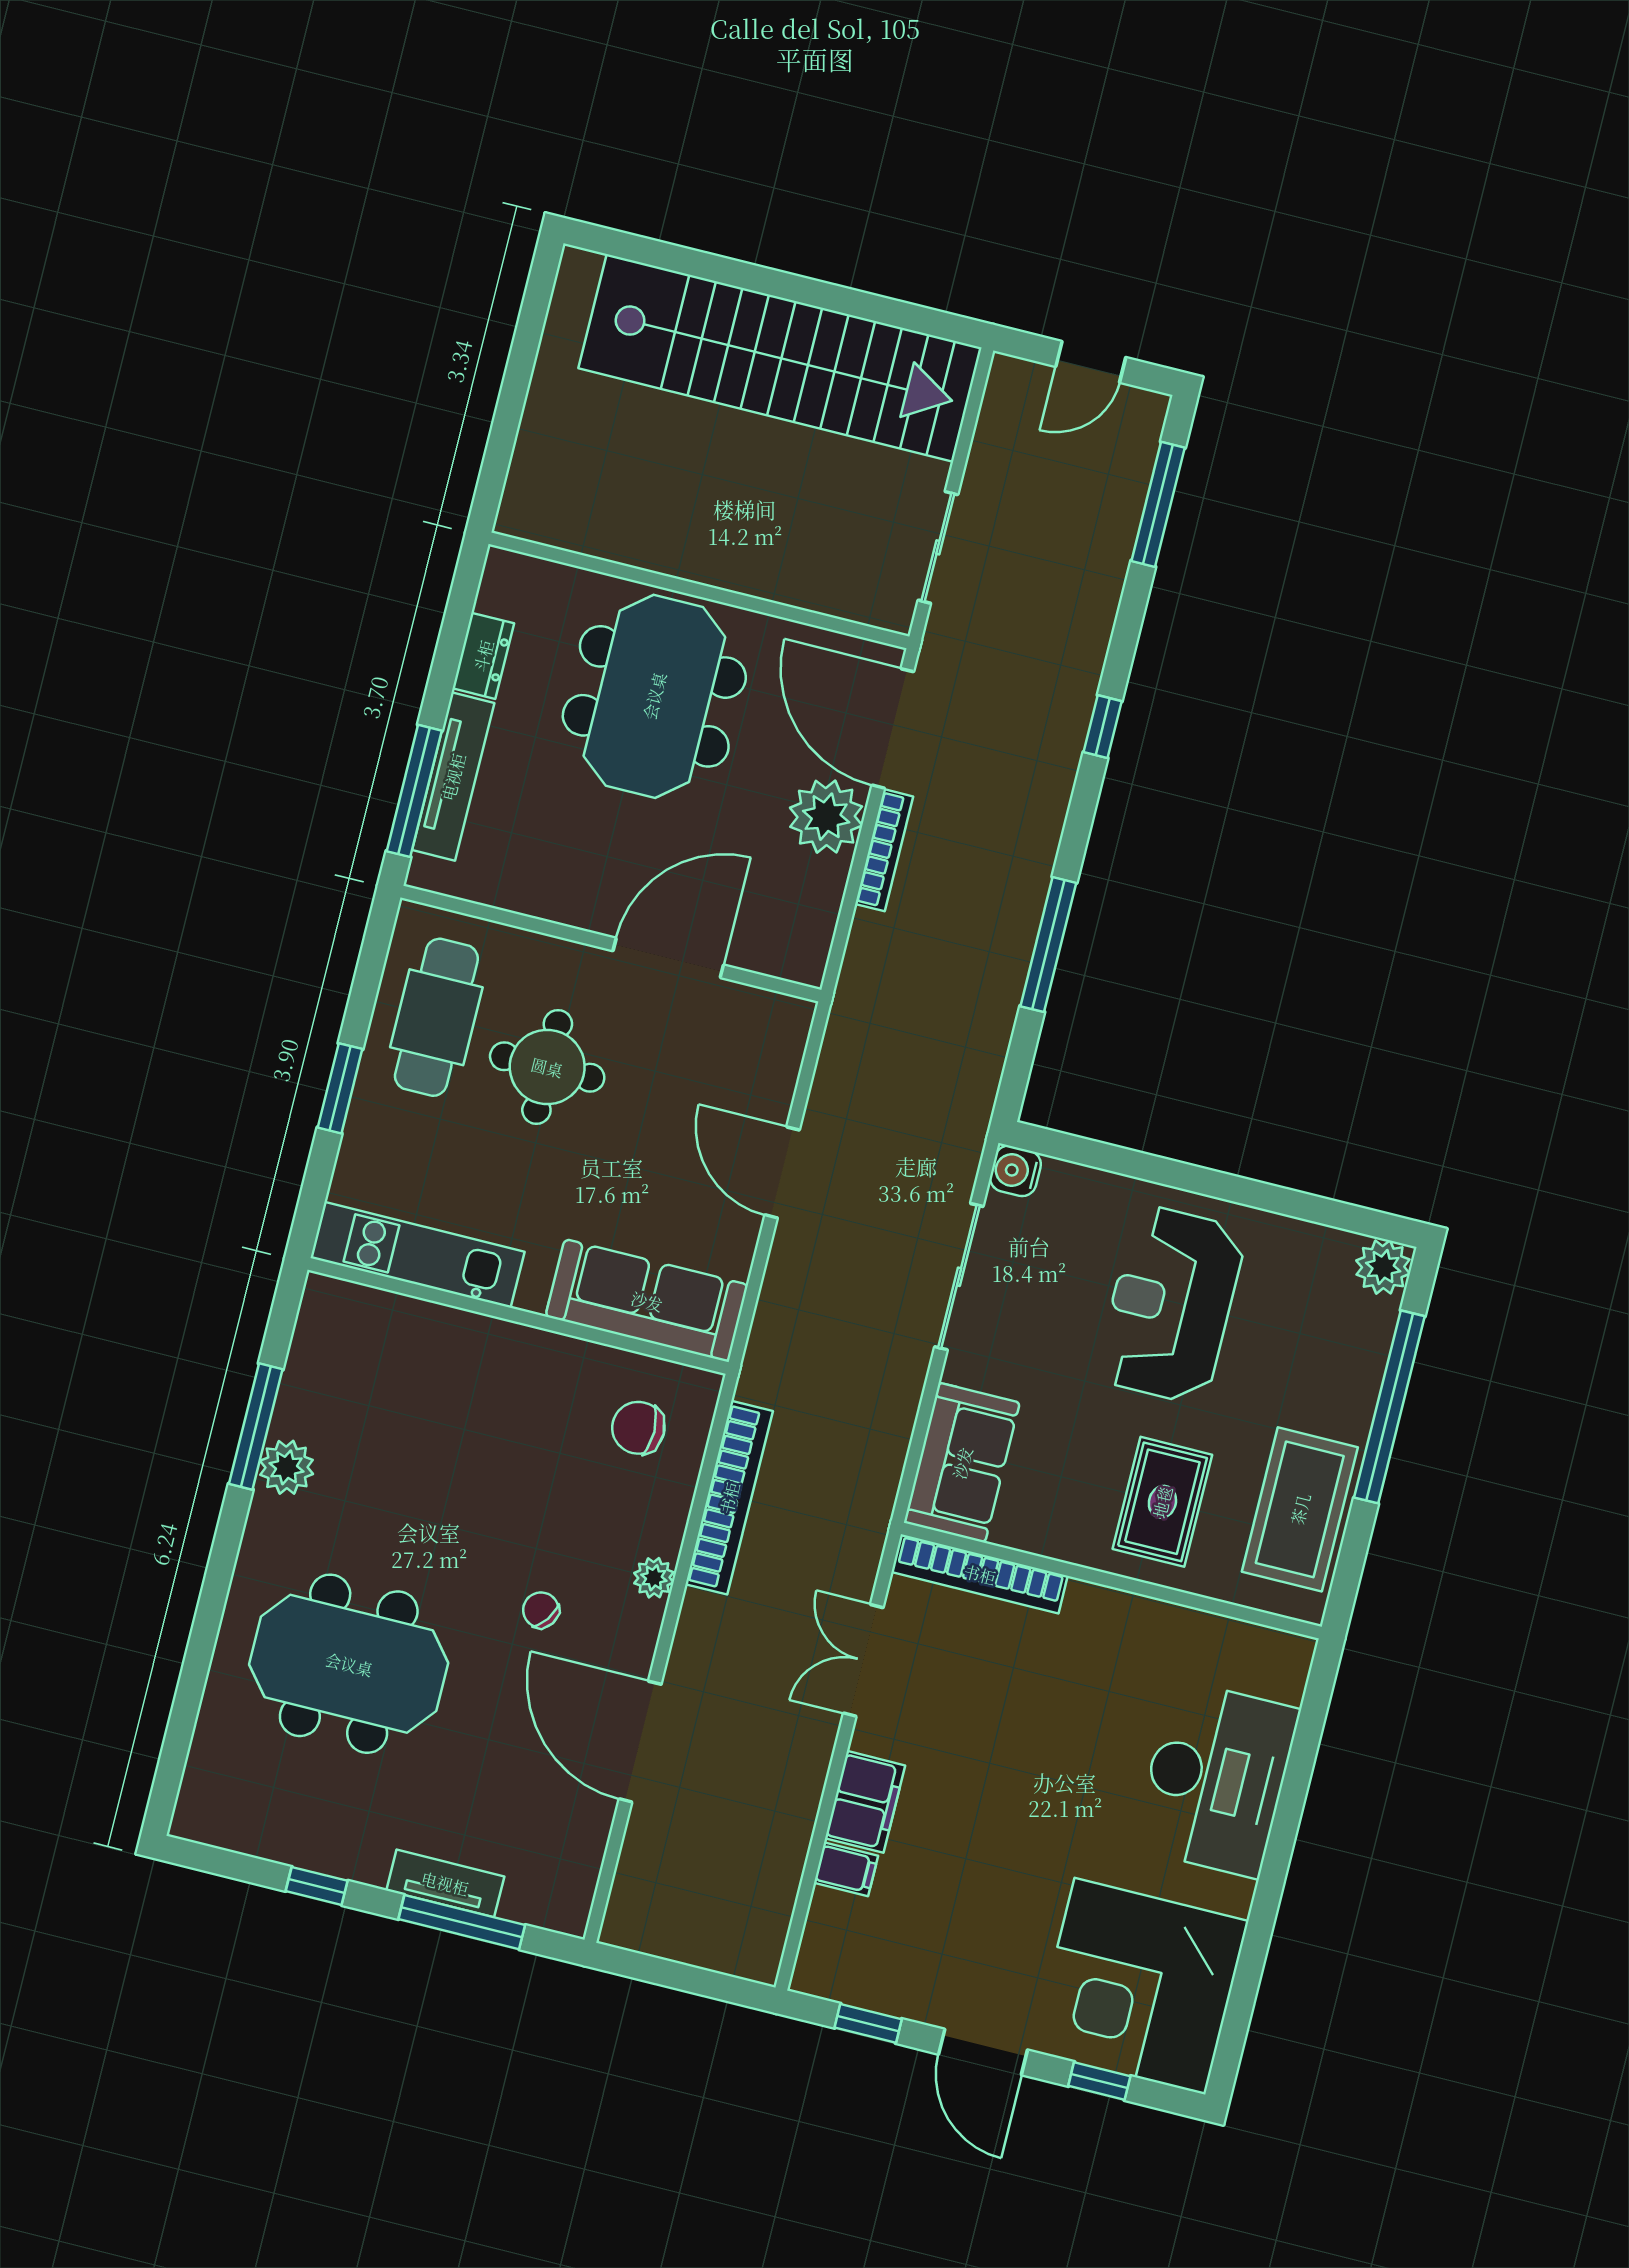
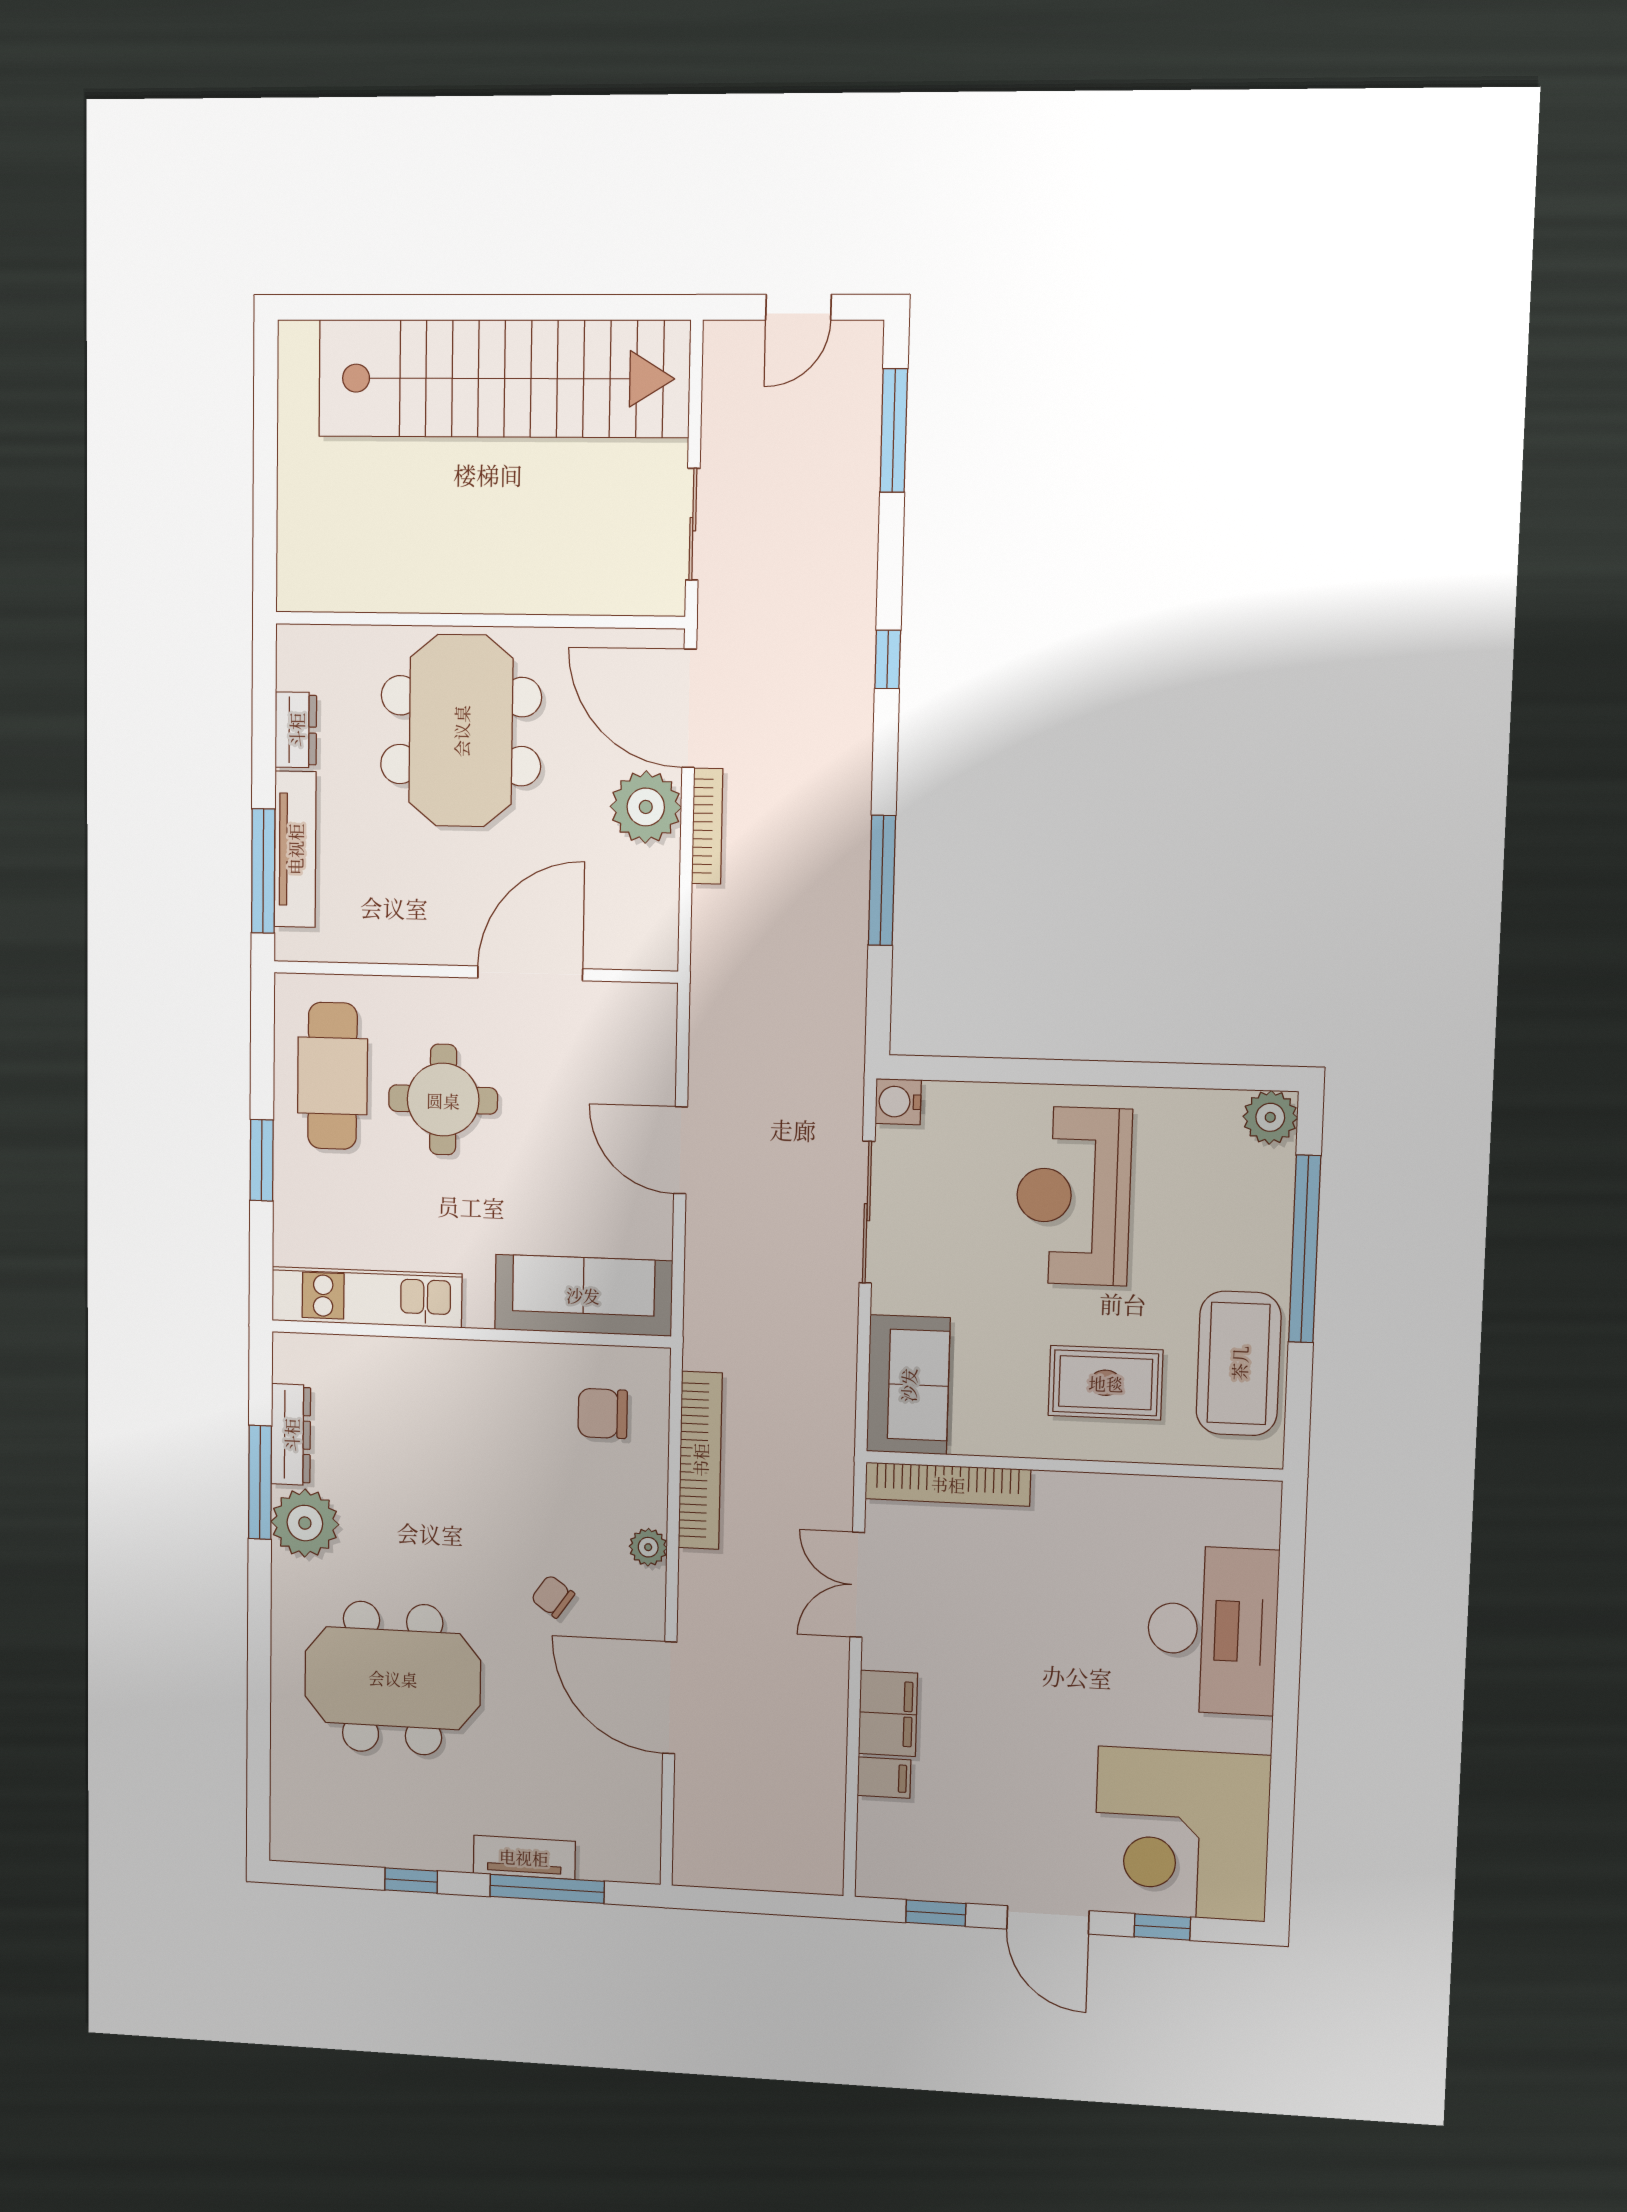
dresser: (301, 1382) -> (291, 1435), added
plant: (287, 1467) -> (305, 1523), width x1.36, depth x1.36
rug: (1162, 1502) -> (1106, 1383), turned 90

